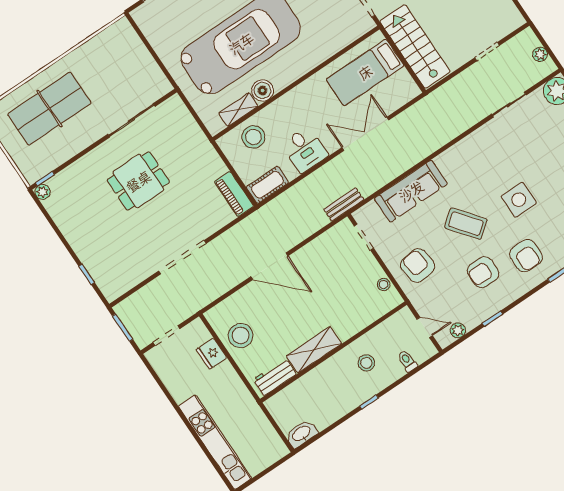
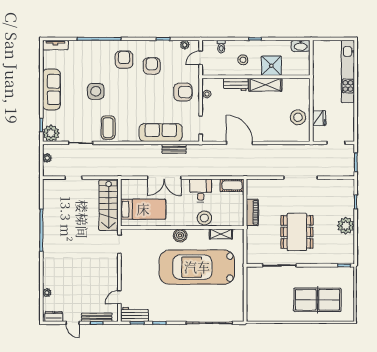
boiler: (262, 90) -> (180, 235), moved
stool: (253, 137) -> (204, 218), moved
dining table: (138, 181) -> (297, 232), width x1.38
plant: (43, 192) -> (346, 226), moved, width x1.88, depth x1.88
piano: (234, 194) -> (252, 212), moved
side table: (519, 200) -> (96, 91), moved
bench: (344, 204) -> (174, 149), moved
coffee table: (466, 224) -> (108, 128), moved, turned 38
door: (269, 266) -> (239, 143), moved
armchair: (418, 266) -> (183, 92), turned -83
armchair: (483, 272) -> (152, 66), turned -90
door: (425, 327) -> (201, 58), hinge flipped
workbench: (275, 377) -> (236, 84), moved
shower: (323, 381) -> (271, 66), added

